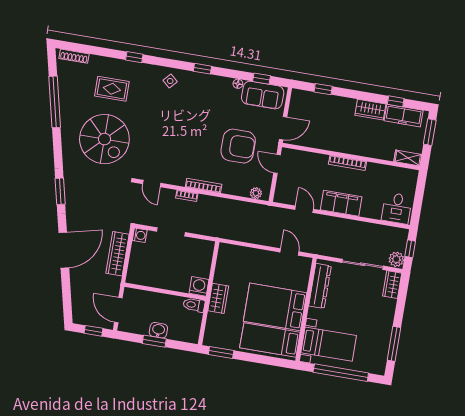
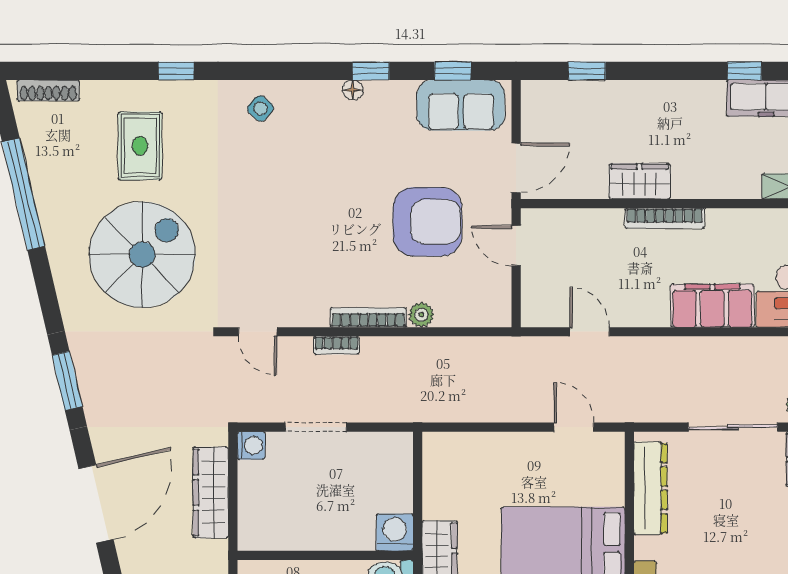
window: (202, 69) -> (371, 71), moved
floor lamp: (238, 84) -> (353, 90), moved
rug: (112, 89) -> (140, 146), turned 90
wardrobe: (370, 110) -> (640, 181), moved, turned 180
spiral stairs: (104, 139) -> (142, 255), turned -90
plant: (256, 193) -> (421, 315), moved
filing cabinet: (341, 203) -> (712, 306), moved

